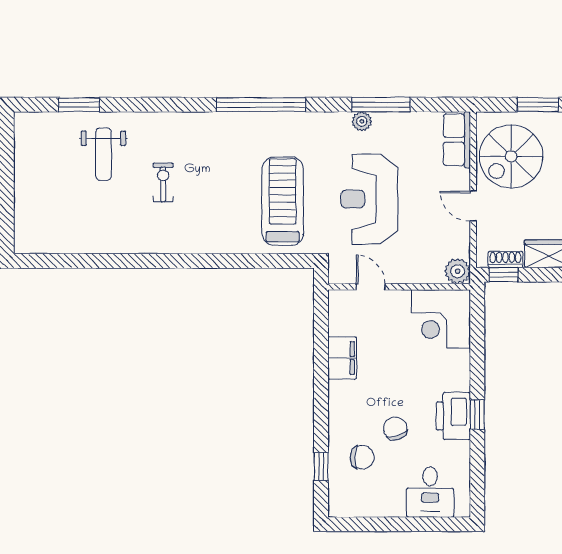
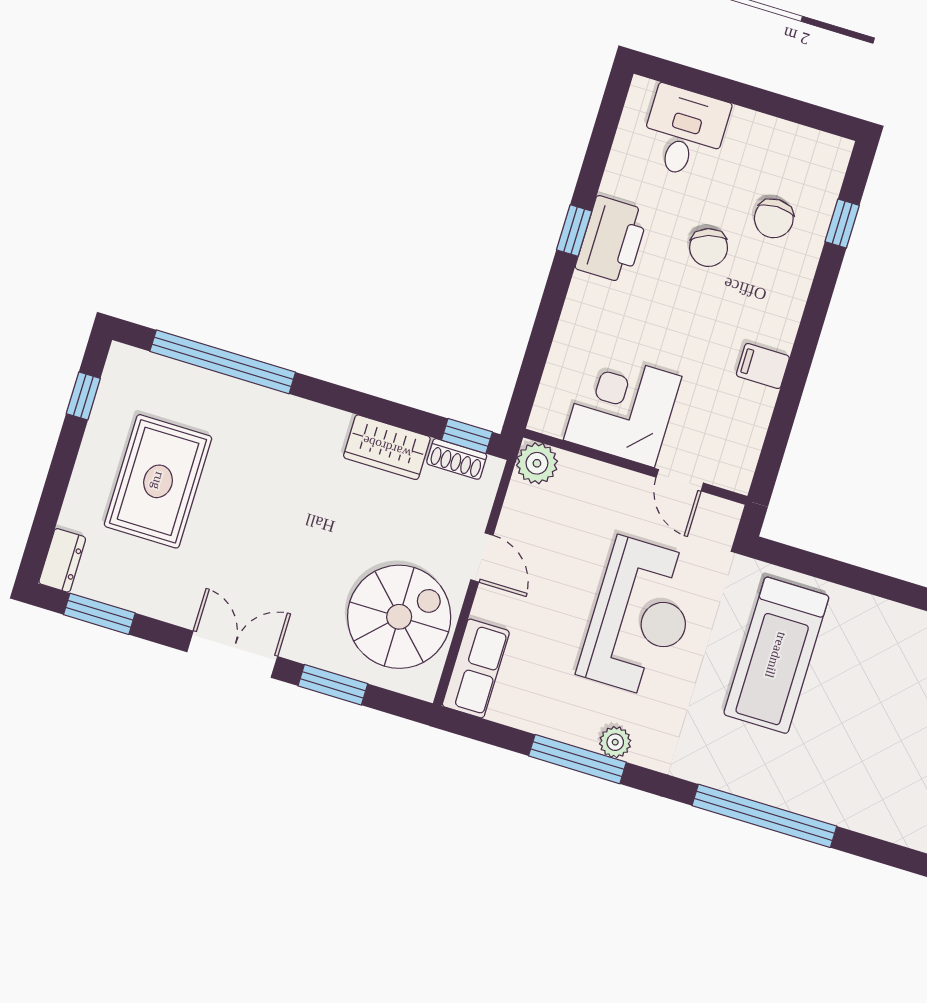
corner desk: (441, 319) -> (623, 408), moved, turned -90
filing cabinet: (342, 358) -> (763, 366), width x0.50
chair: (362, 457) -> (774, 218), turned -90

